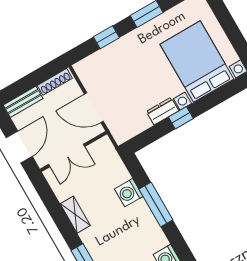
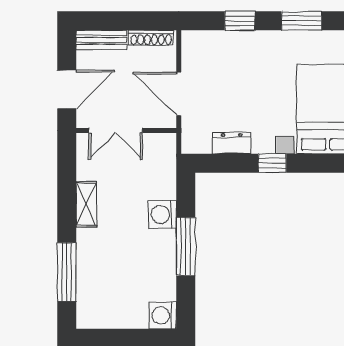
dresser: (163, 111) -> (232, 143), moved

